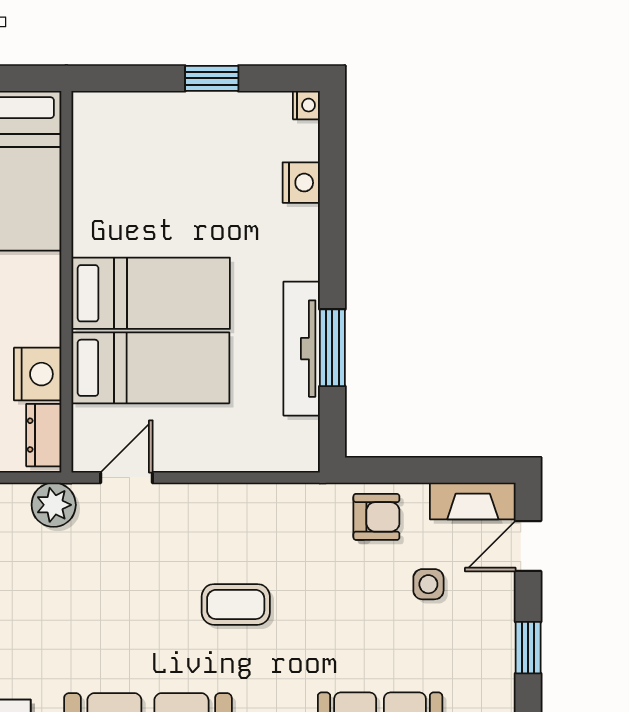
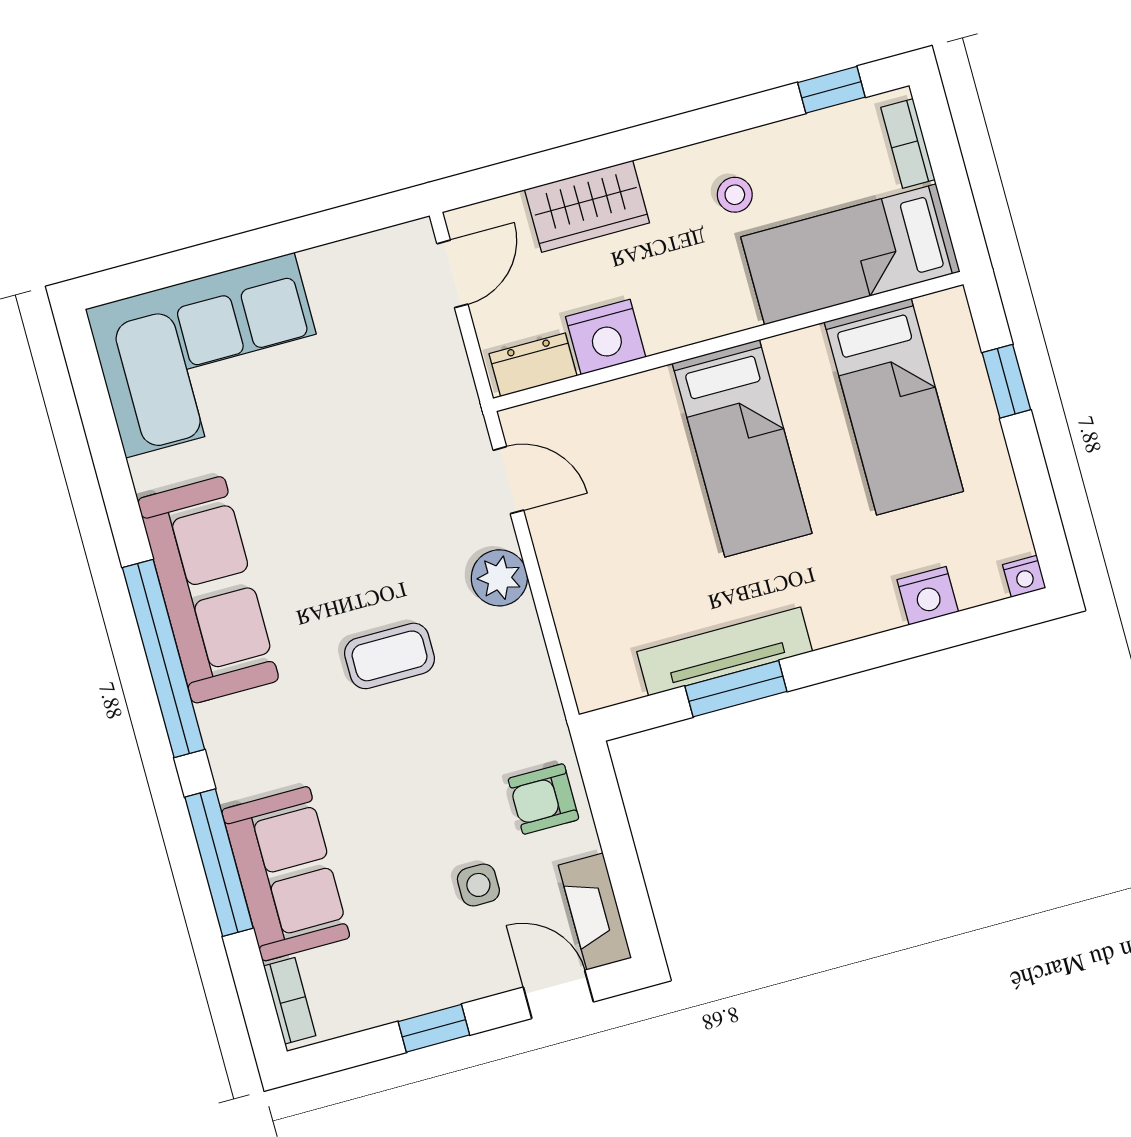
window: (212, 78) -> (1006, 381), moved
bed: (150, 368) -> (894, 407), moved
plant: (54, 505) -> (499, 578), moved
armchair: (376, 517) -> (543, 799), turned 90
coffee table: (236, 604) -> (390, 656), turned 90

